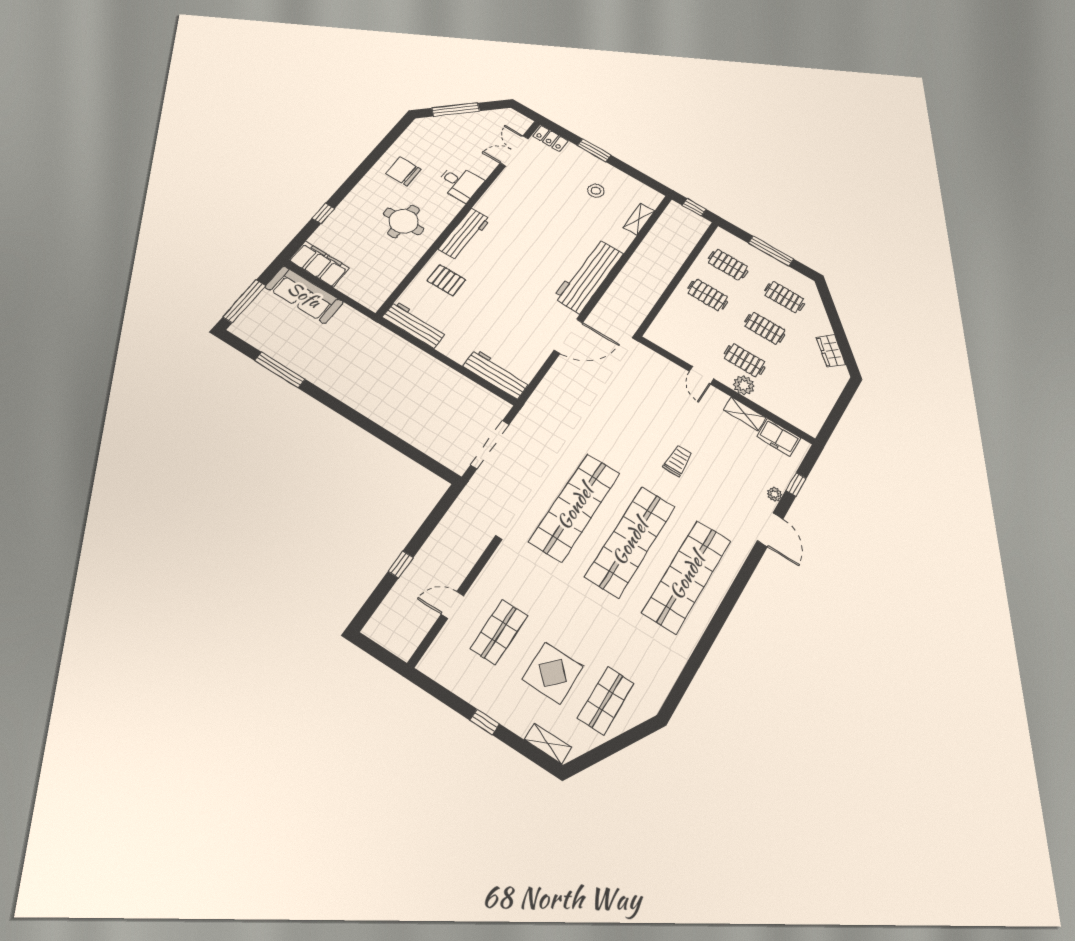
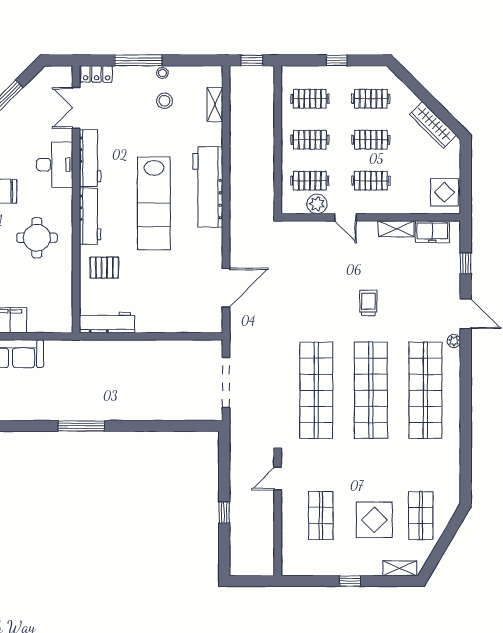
window: (594, 150) -> (138, 60), width x1.44
stool: (609, 171) -> (162, 73), added
desk: (460, 183) -> (55, 165), width x1.37
window: (771, 251) -> (337, 60), width x0.46
lab bench: (530, 259) -> (154, 203), added
clothes rail: (687, 326) -> (310, 181), added
door: (568, 336) -> (226, 288), moved
wardrobe: (831, 351) -> (433, 125), width x1.50
window: (280, 370) -> (81, 426), moved
workbench: (496, 374) -> (90, 158), moved, turned 90
plant: (744, 385) -> (317, 204), moved
display table: (810, 411) -> (444, 192), added
plant: (774, 494) -> (454, 341), moved
door: (452, 605) -> (278, 479), moved

